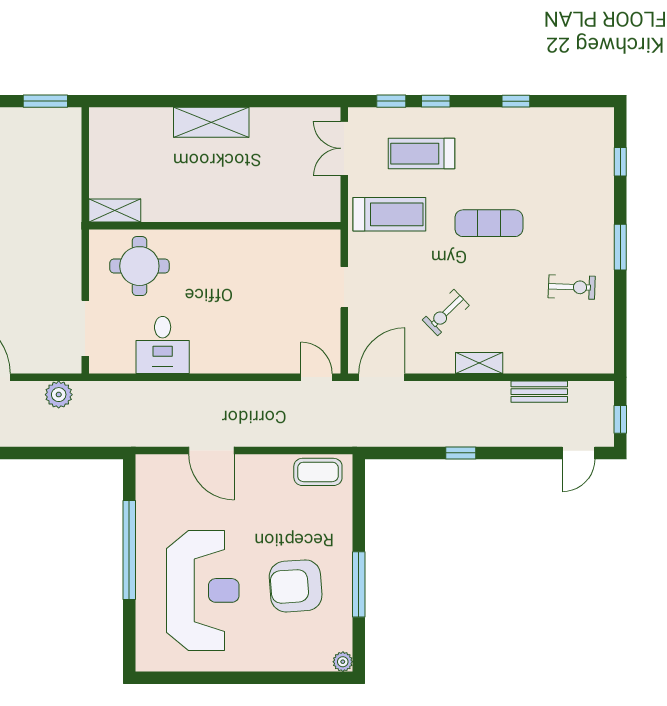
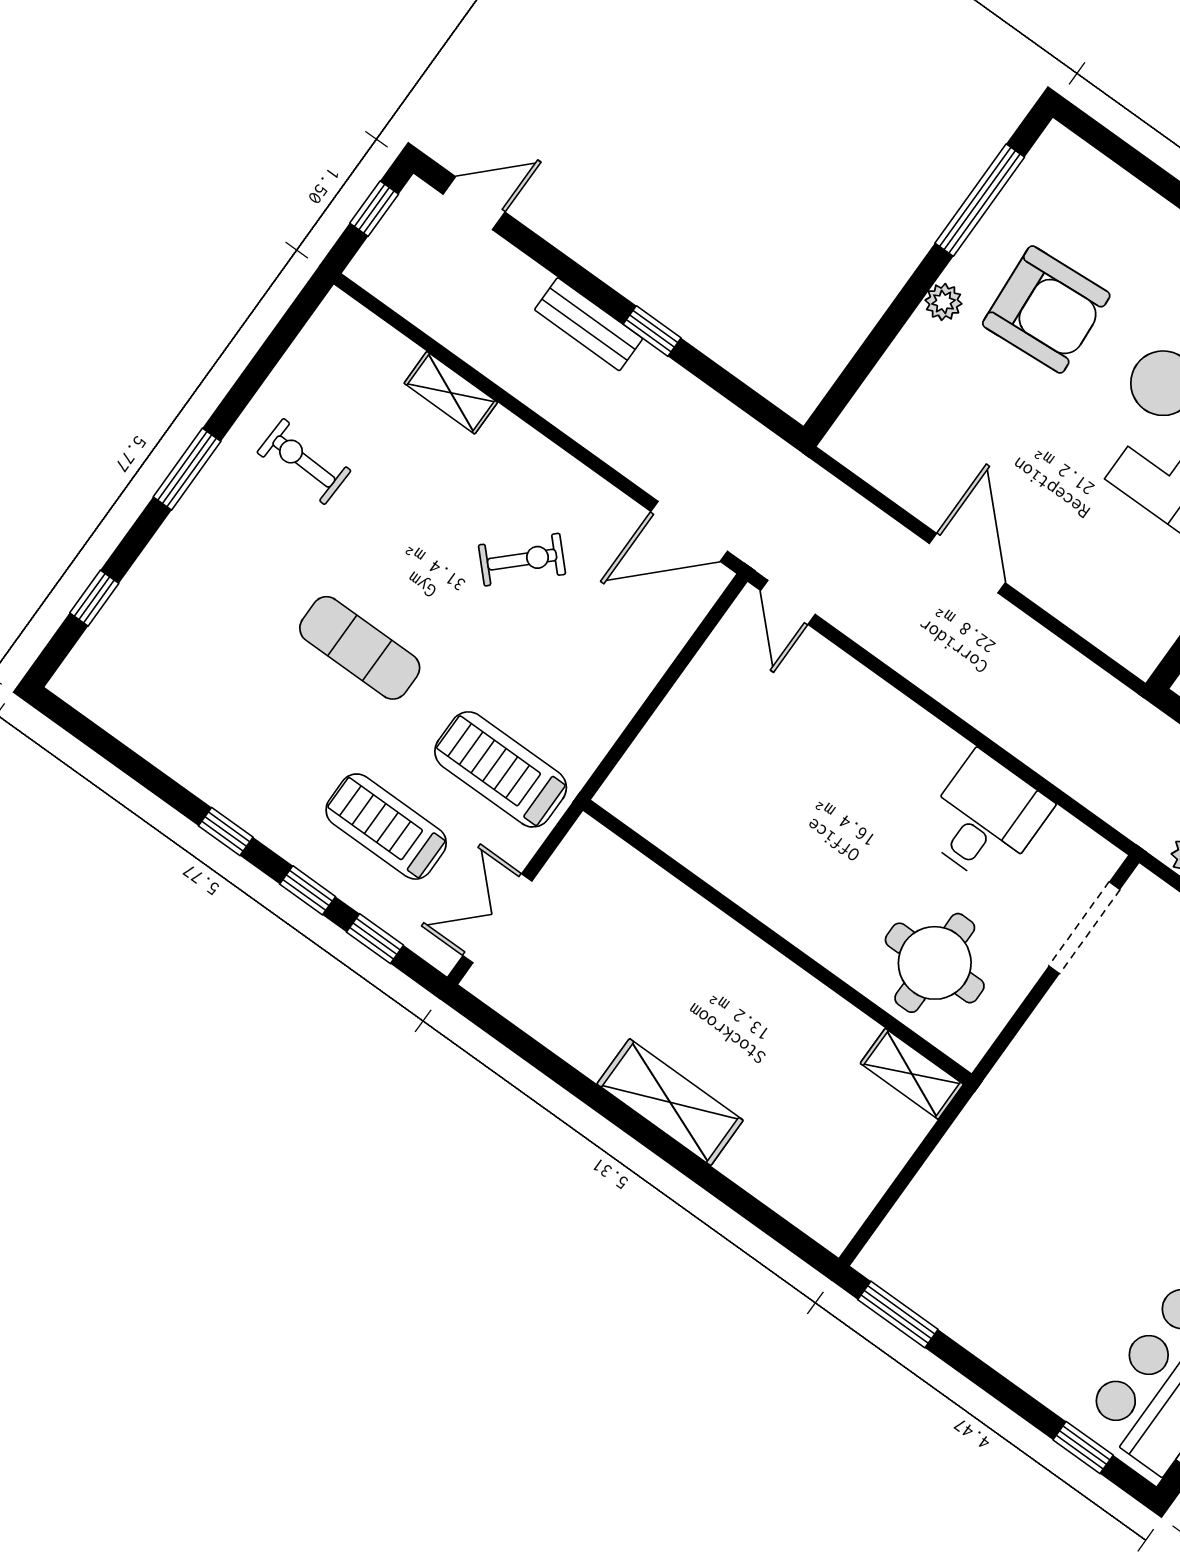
window: (516, 101) -> (226, 831), moved
double door: (344, 148) -> (497, 918), swing flipped
treadmill: (421, 154) -> (386, 827), turned 180
doorway: (344, 287) -> (648, 708), removed
shelving: (479, 363) -> (451, 393), moved
bench: (539, 392) -> (589, 324), moved
door: (211, 451) -> (967, 563), moved
coffee table: (318, 472) -> (889, 458), removed
window: (359, 584) -> (980, 200), moved
plant: (343, 662) -> (943, 302), moved

